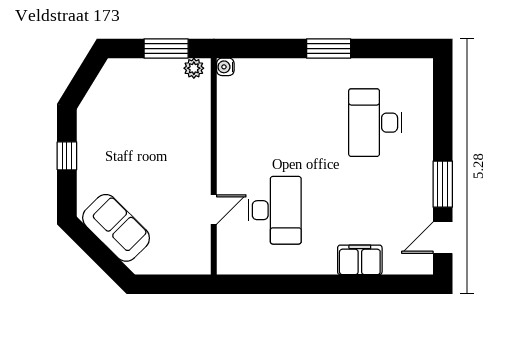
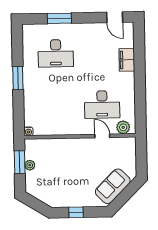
plant: (194, 68) -> (30, 165), moved
window: (443, 184) -> (59, 18), moved
desk: (275, 210) -> (102, 104), turned 180
plant: (230, 250) -> (123, 127), added

